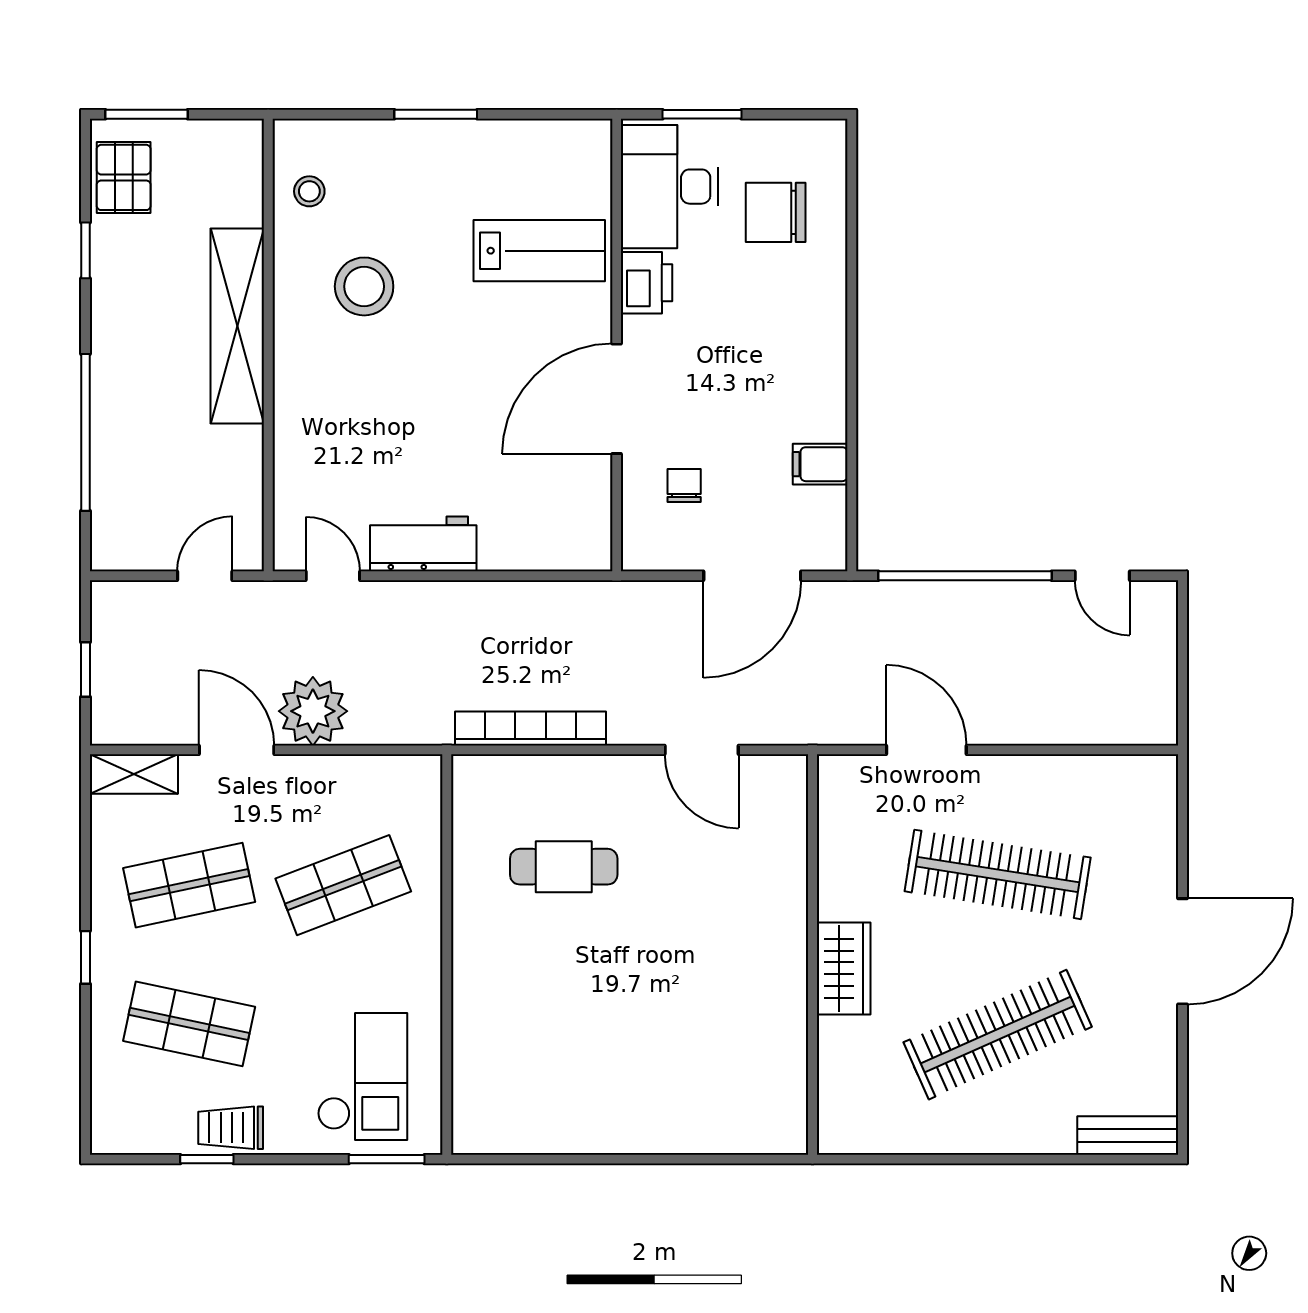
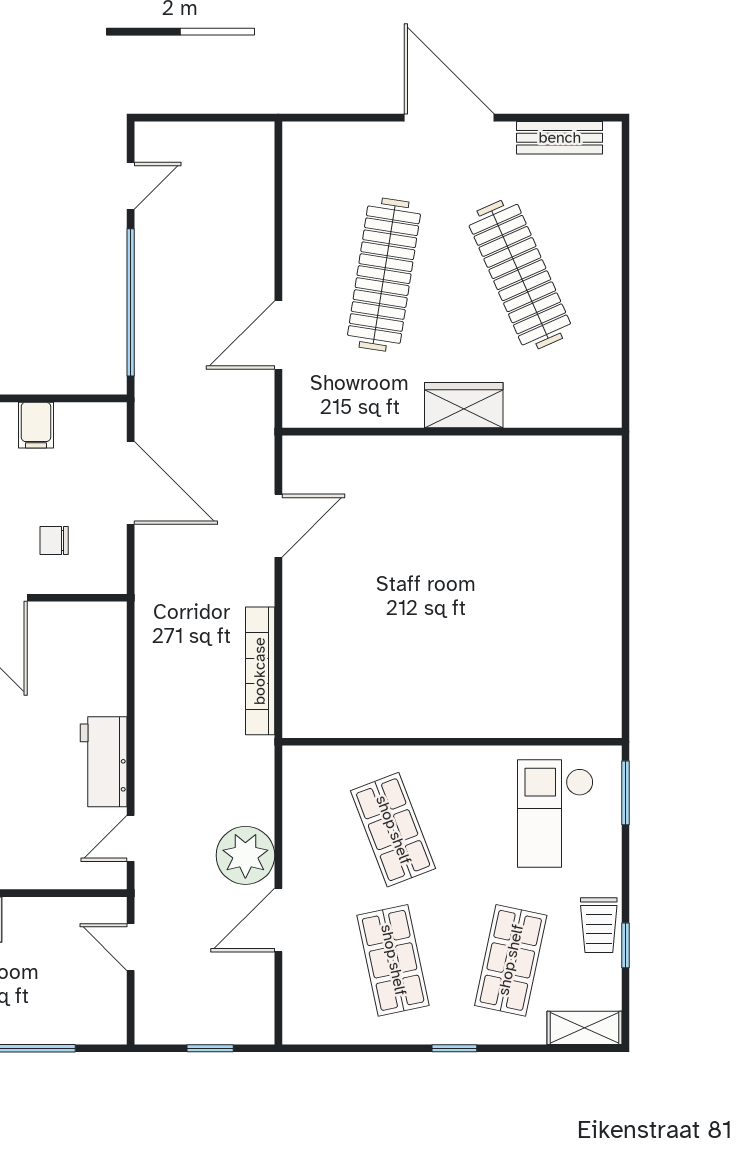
shelving: (134, 774) -> (584, 1028), moved, turned 90
cafe table: (564, 867) -> (377, 643), removed
checkout: (362, 1077) -> (555, 813), turned -90
bench: (1128, 1135) -> (560, 138), moved, turned 90

